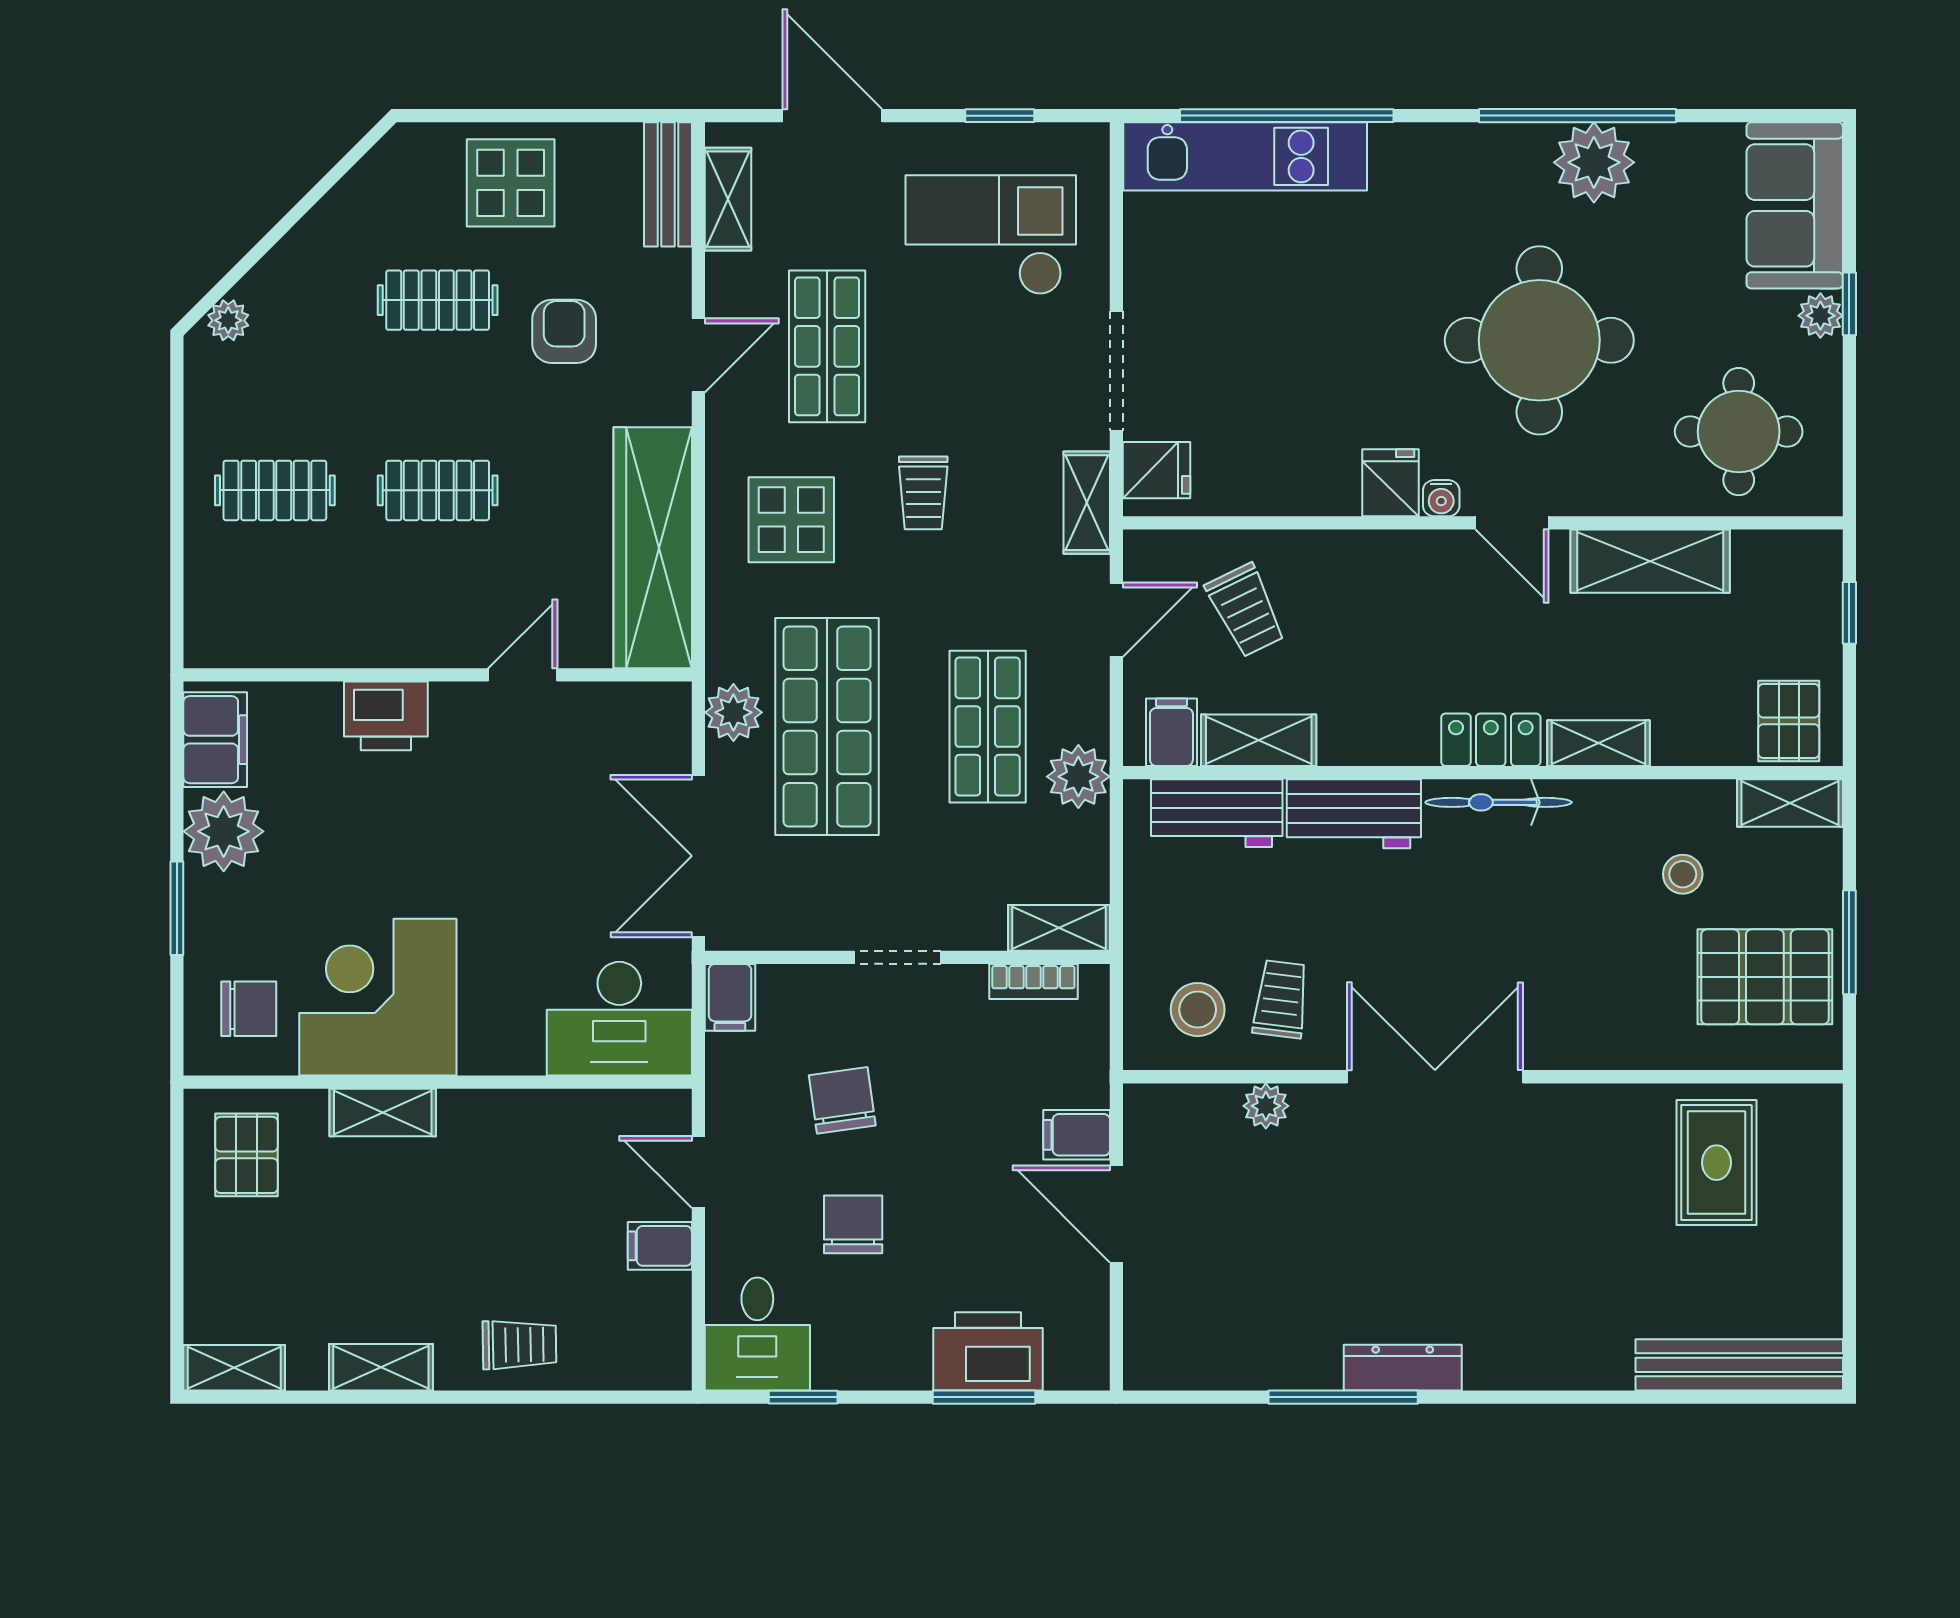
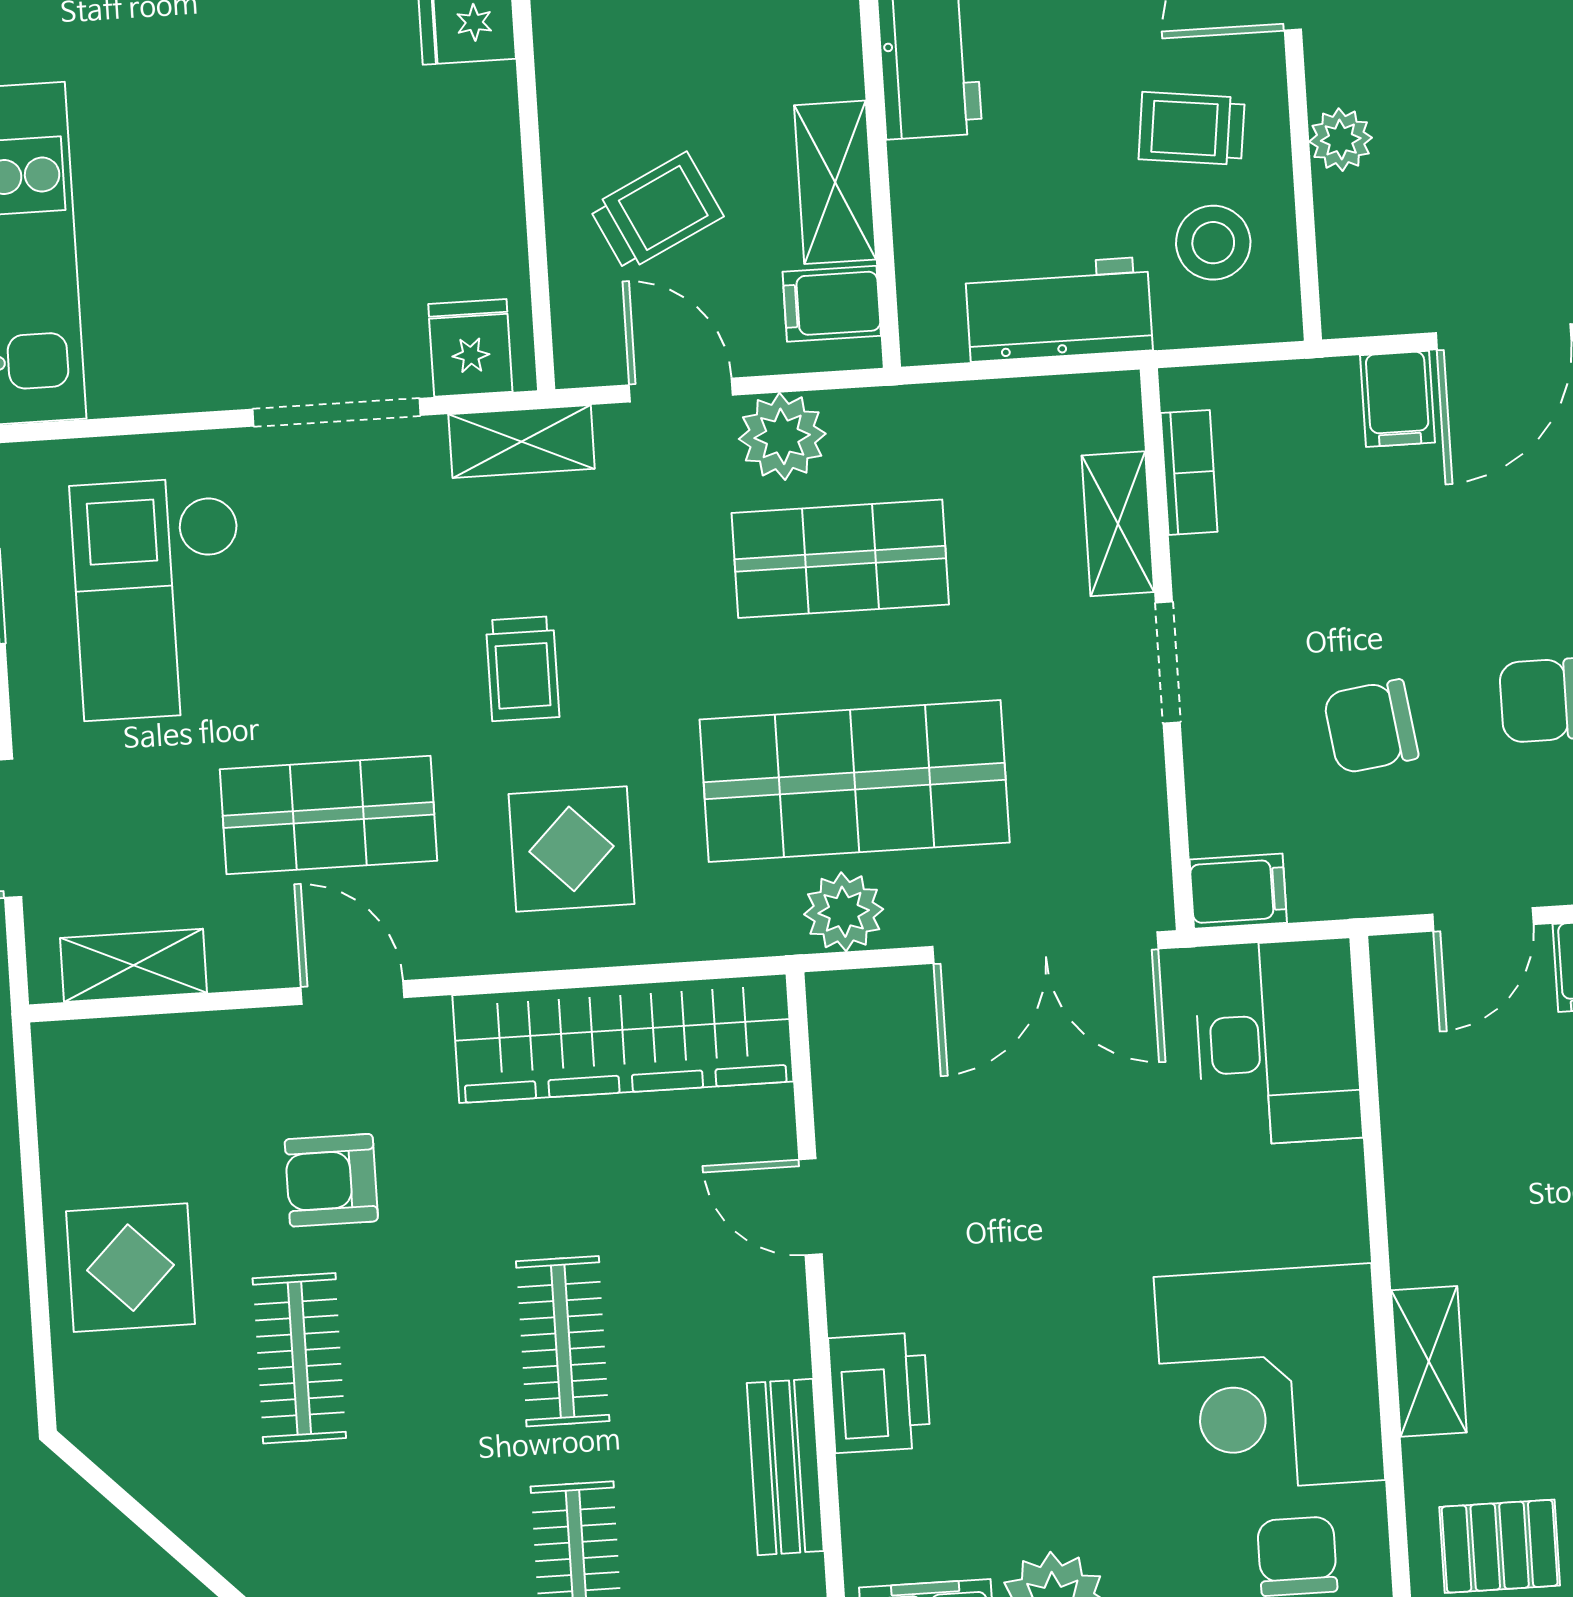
bench: (668, 184) -> (785, 1467), moved, turned 90
trolley: (923, 493) -> (523, 669), turned 90
plant: (1078, 777) -> (782, 436), moved
workbench: (1217, 813) -> (1059, 309), moved, turned -90
shelving: (1059, 928) -> (1118, 524), moved

